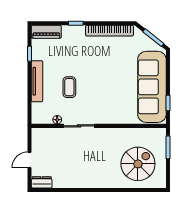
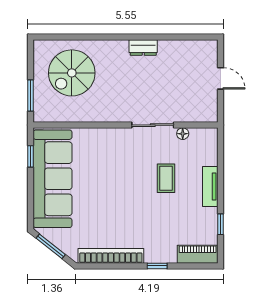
tv unit: (37, 81) -> (210, 186), width x0.71
door: (30, 160) -> (221, 78), hinge flipped
dresser: (42, 182) -> (143, 48), moved

